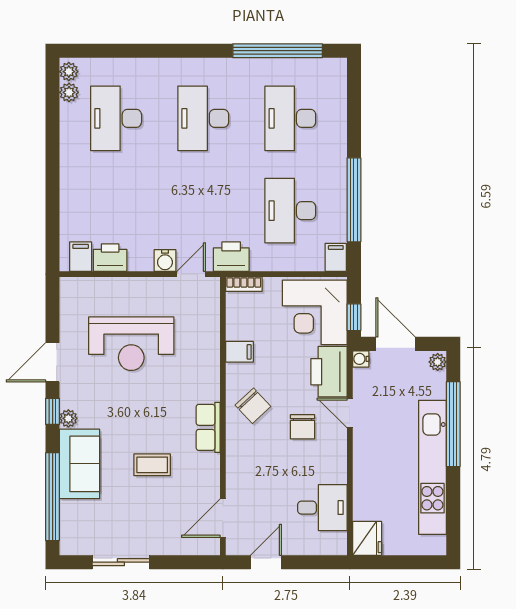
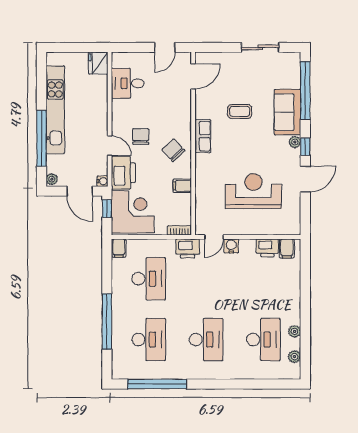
plant: (69, 72) -> (295, 331), moved
window: (354, 200) -> (107, 321), moved

